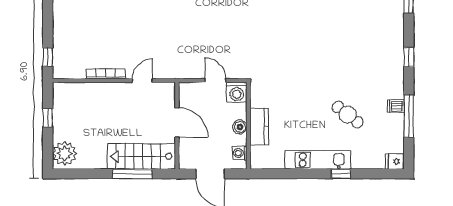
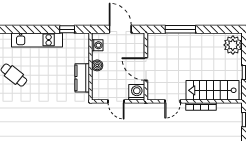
washing machine: (237, 92) -> (137, 92), moved
kitchen counter: (259, 127) -> (82, 78), moved
stairs: (141, 156) -> (213, 90), moved, turned 180
window: (341, 174) -> (67, 29), moved

